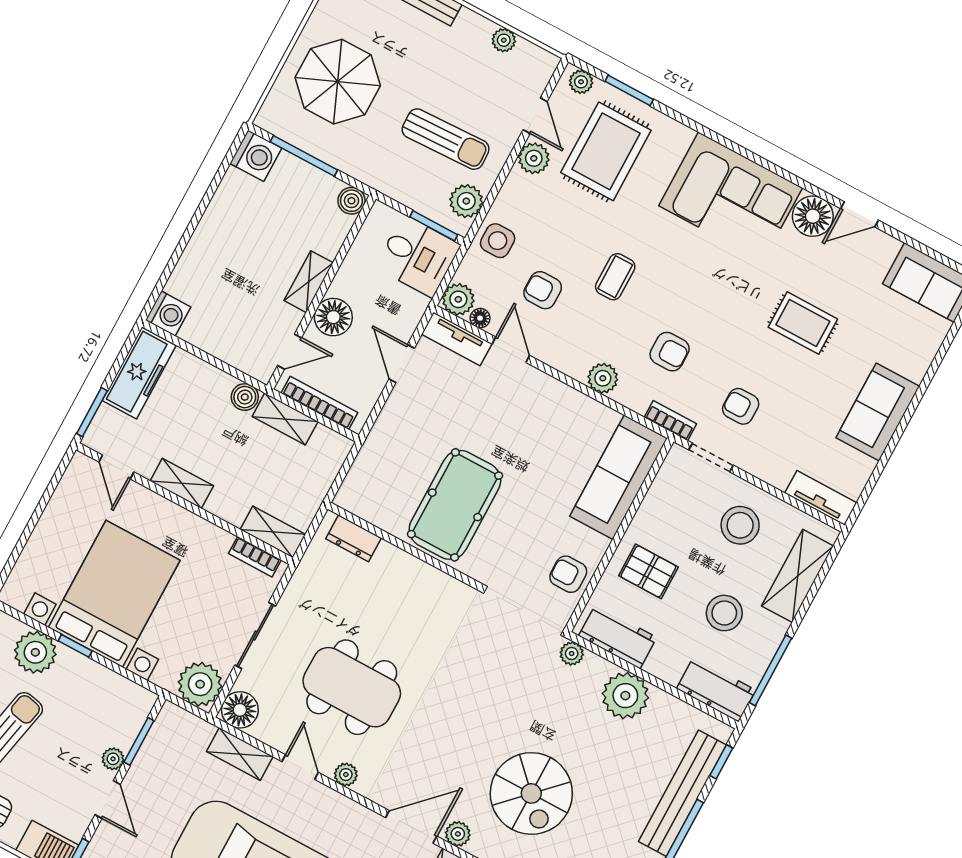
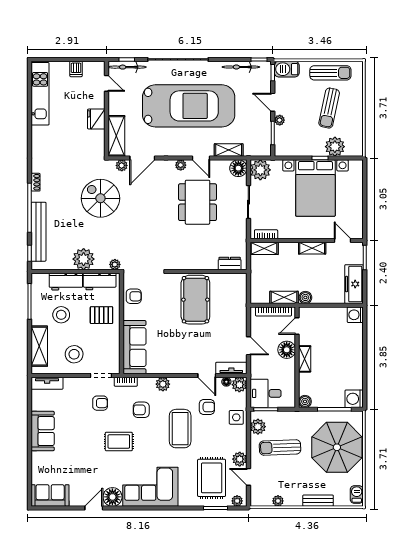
parasol: (338, 82) -> (337, 447), width x1.36, depth x1.36
coffee table: (615, 277) -> (180, 429), width x1.86, depth x1.72
rug: (803, 323) -> (119, 441), moved
dining table: (352, 687) -> (198, 202), turned 90
workbench: (716, 689) -> (66, 282), moved

